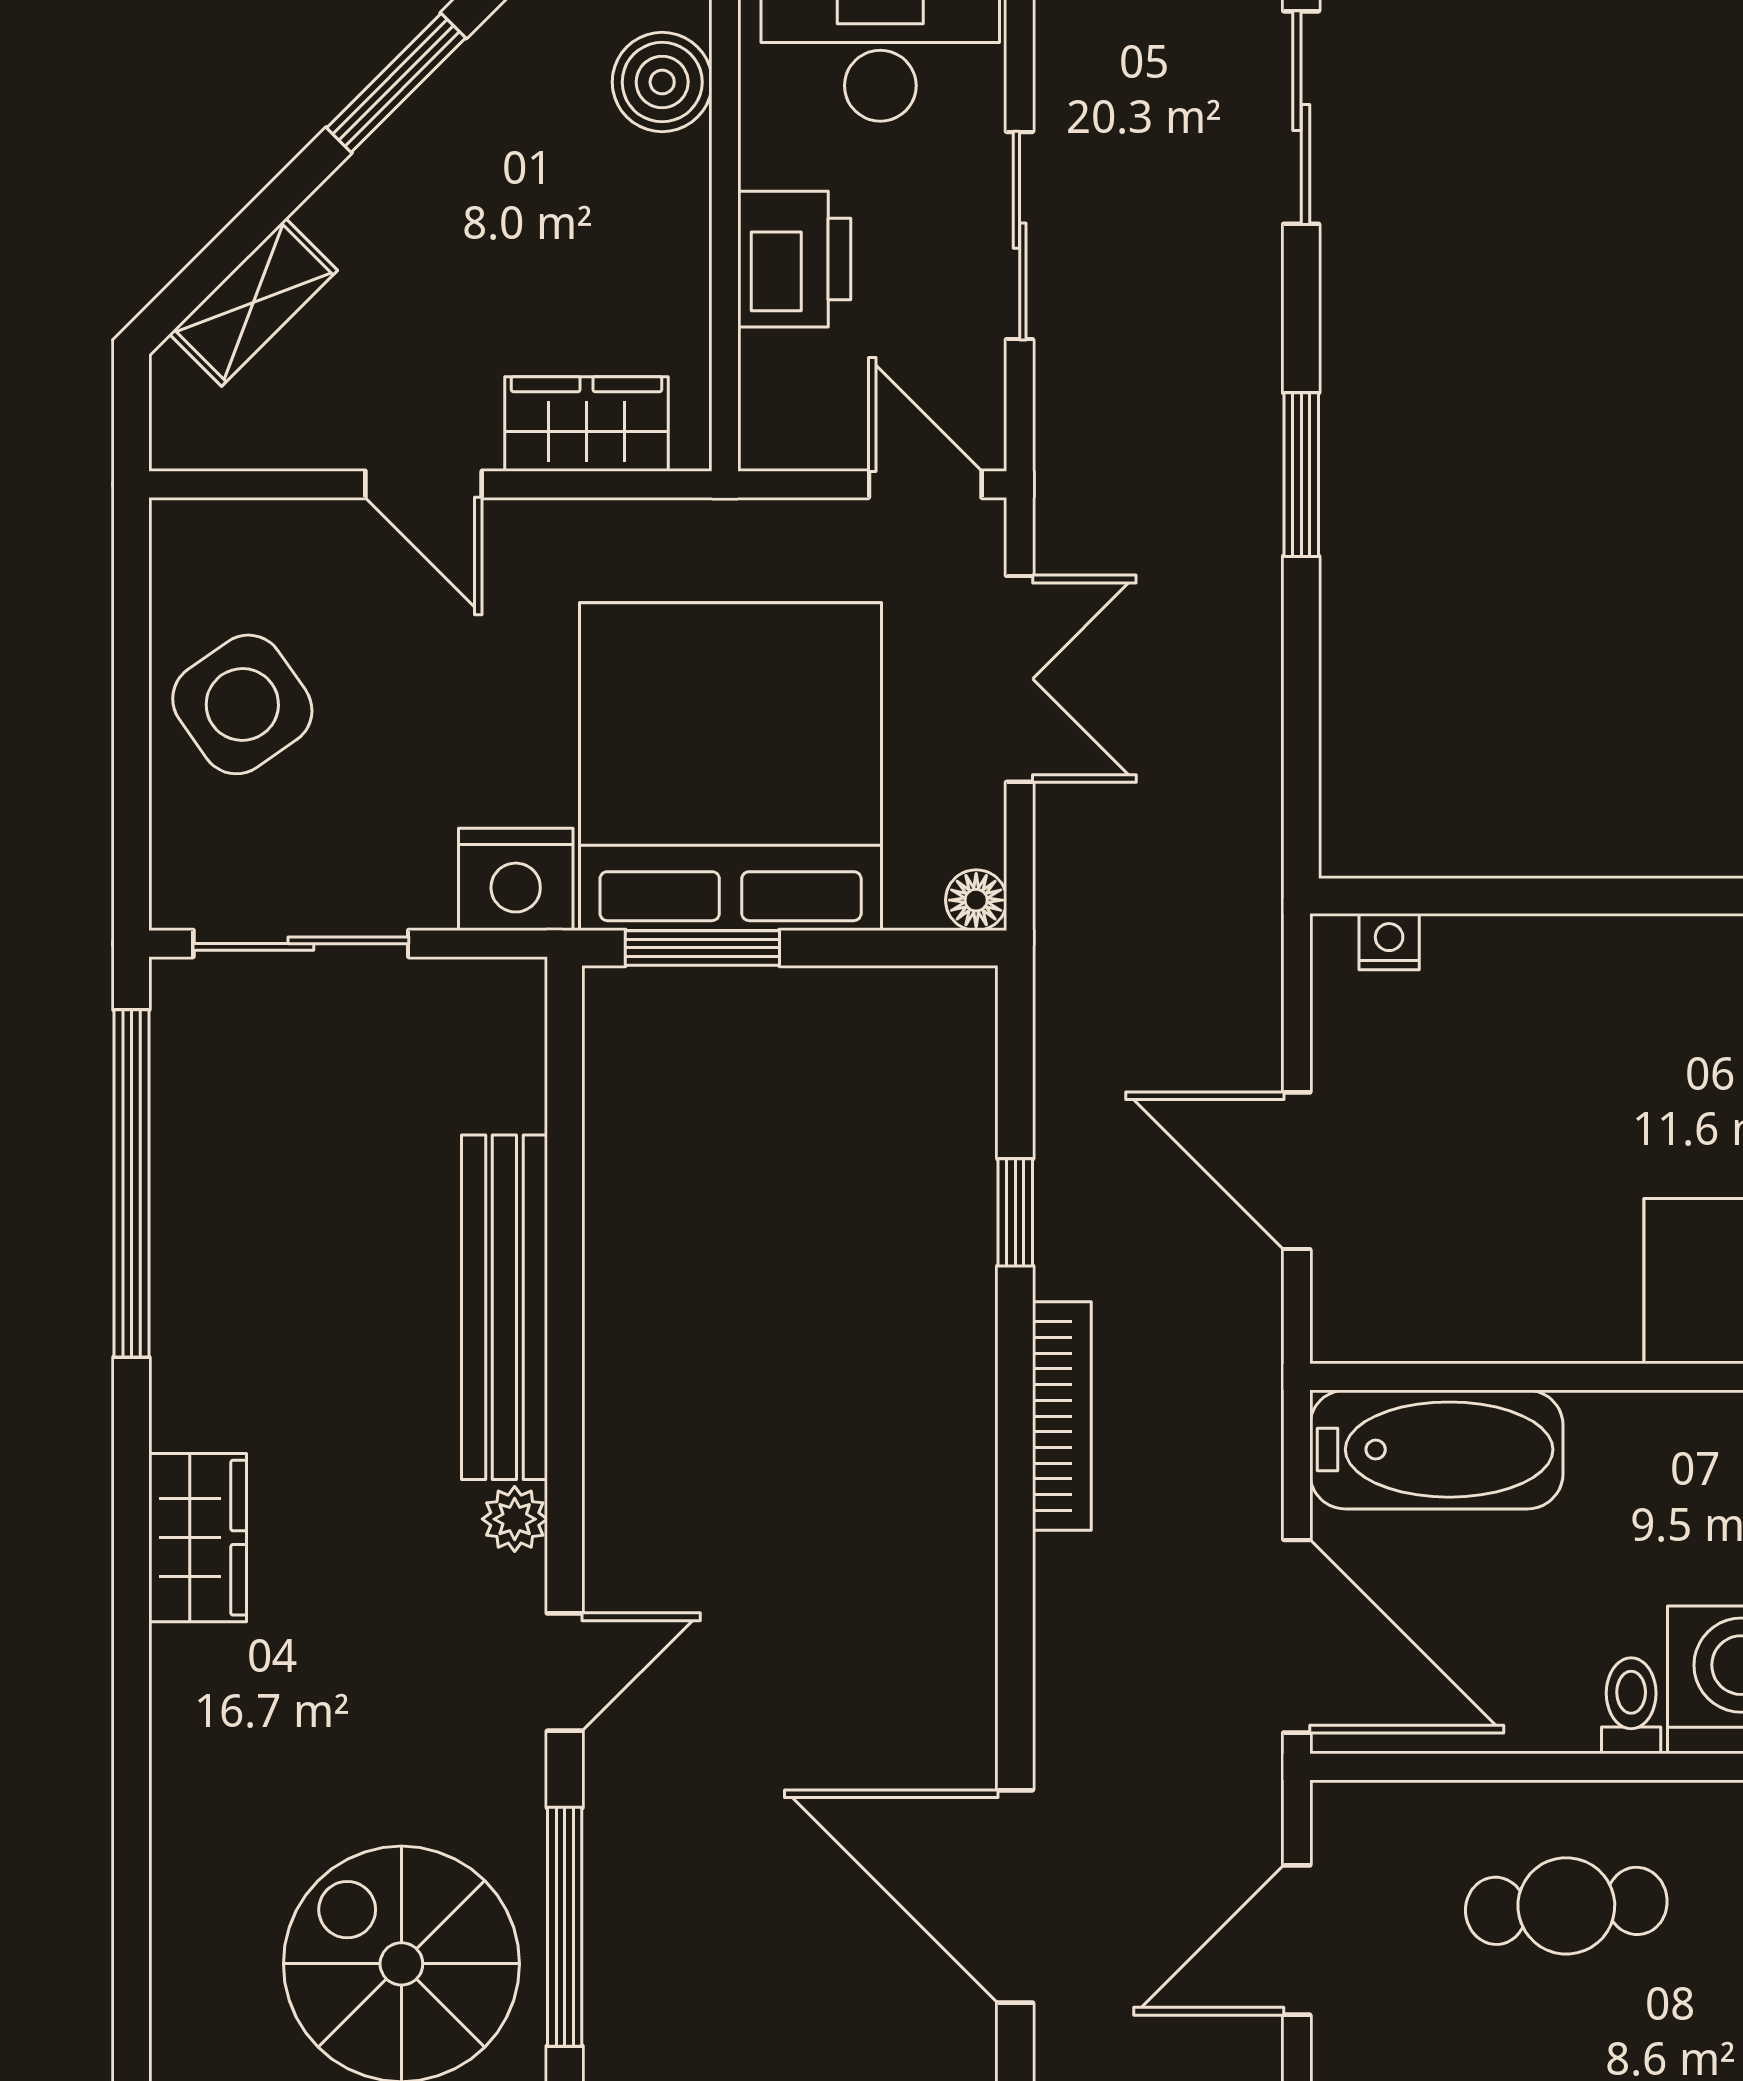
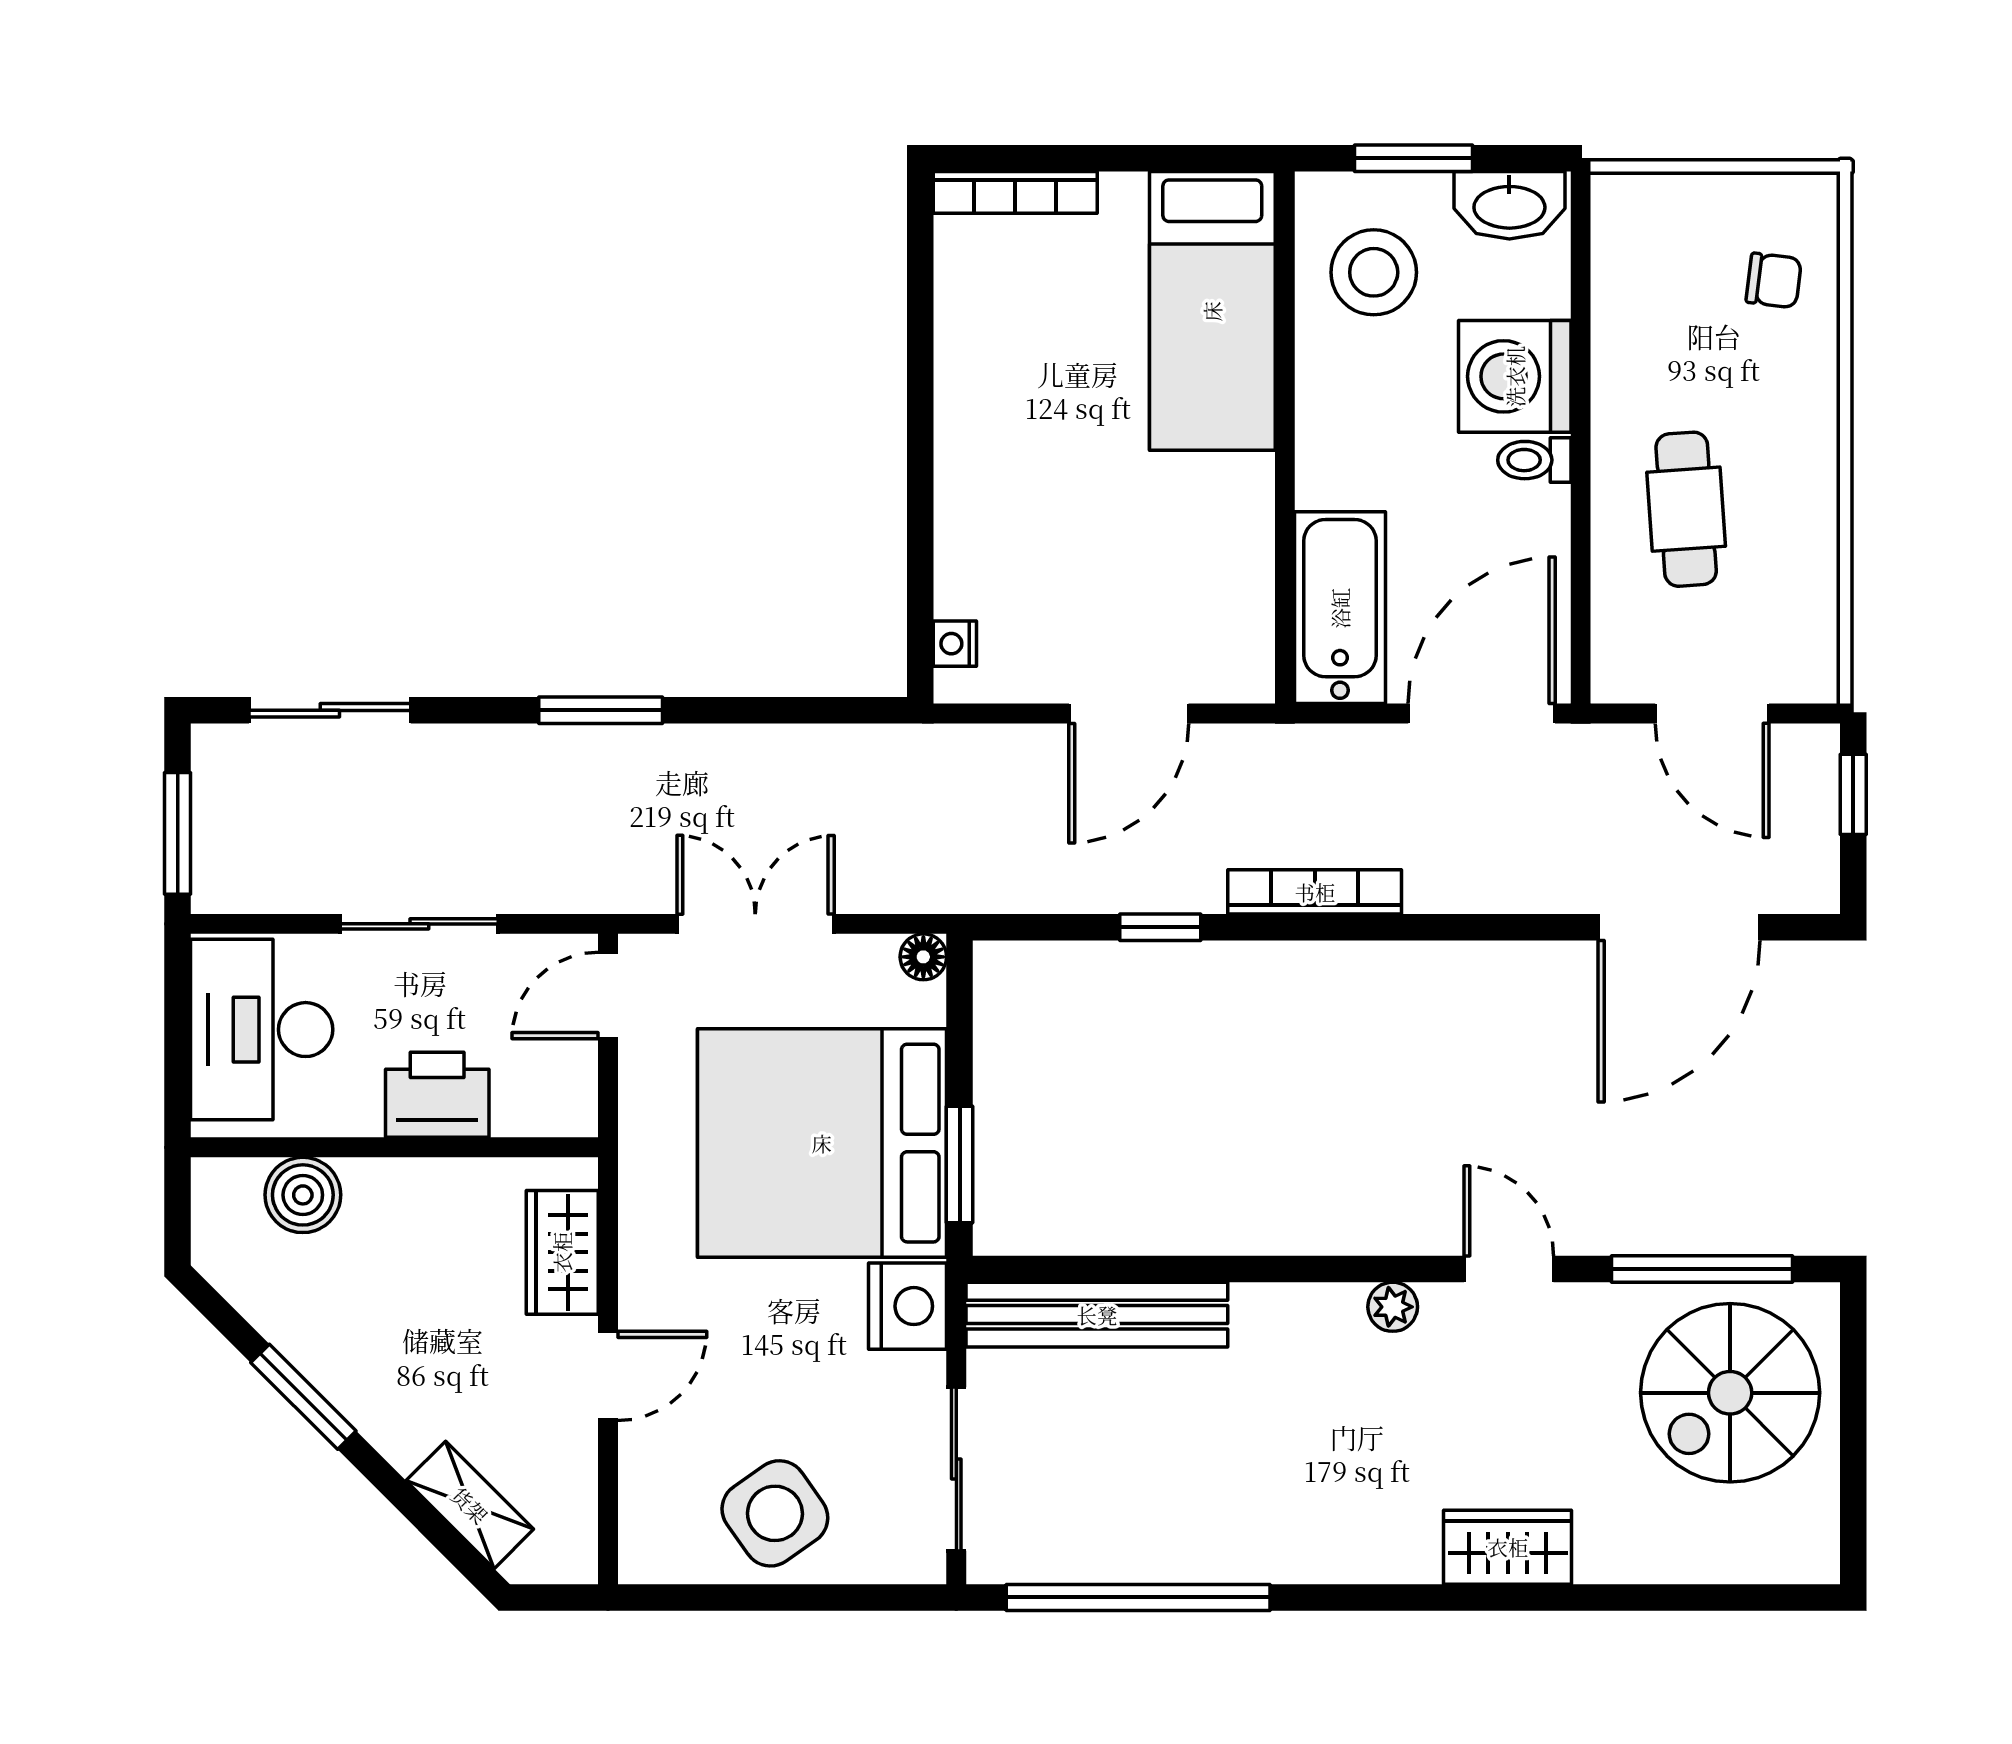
bench: (504, 1307) -> (1097, 1315), moved
wardrobe: (198, 1538) -> (1508, 1547), moved

